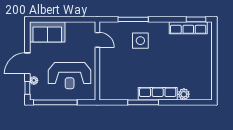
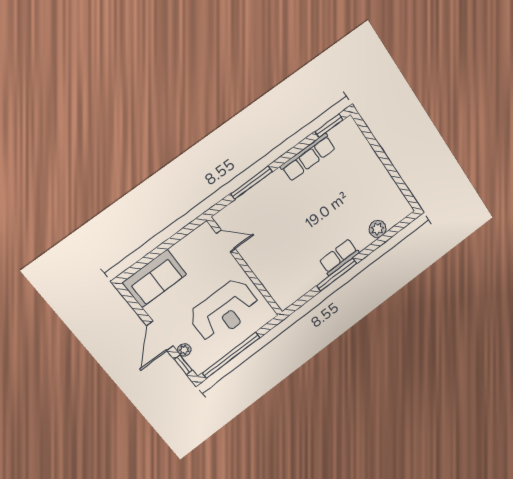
row of seats: (188, 28) -> (308, 157), moved
side table: (140, 41) -> (280, 203), removed
row of seats: (158, 94) -> (339, 257), width x0.68

